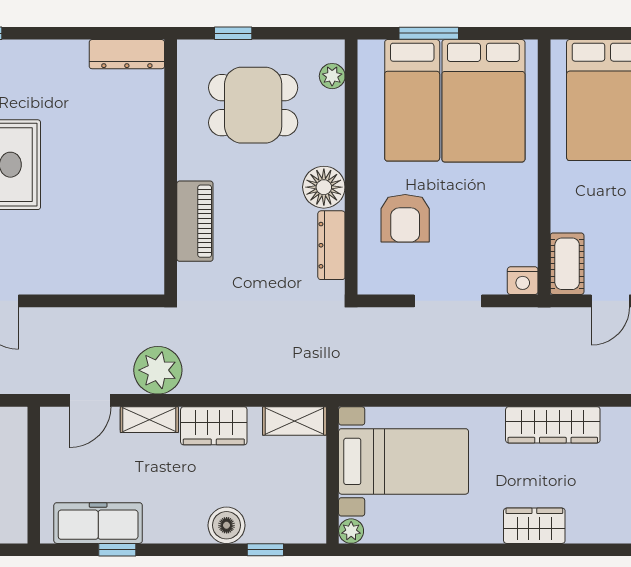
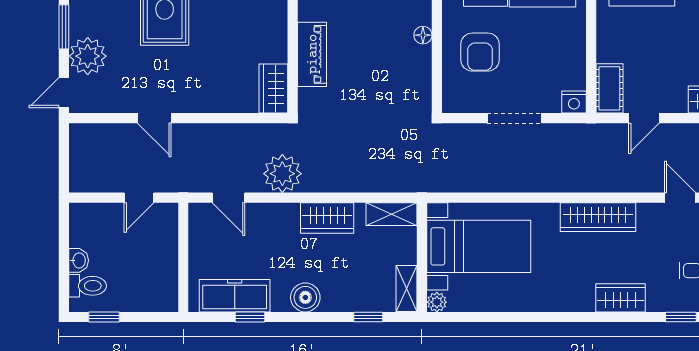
floor lamp: (324, 187) -> (423, 35), width x0.53, depth x0.53
dresser: (331, 245) -> (421, 74), removed
wardrobe: (147, 264) -> (273, 88), added
door: (90, 400) -> (229, 198), hinge flipped
shelving: (149, 420) -> (407, 289), moved, turned 90
boiler: (227, 525) -> (305, 297), moved
wardrobe: (534, 526) -> (620, 298), moved

